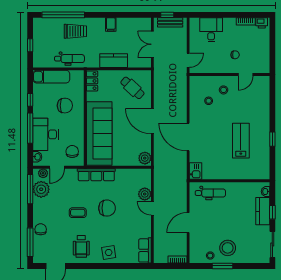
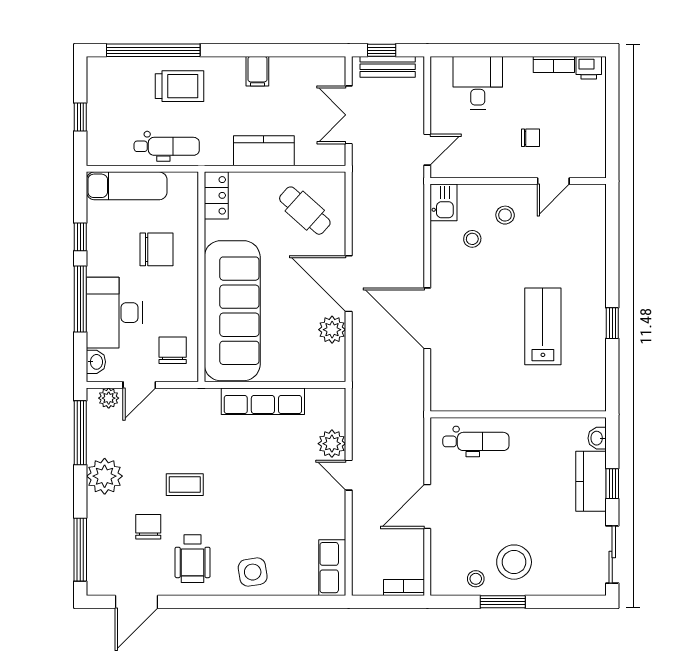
plant: (145, 158) -> (332, 330), moved
kitchen sink: (196, 171) -> (444, 202), moved
row of seats: (96, 175) -> (263, 401), moved
plant: (41, 189) -> (105, 476), moved
chair: (107, 208) -> (249, 474), removed
chair: (41, 229) -> (148, 527), moved

